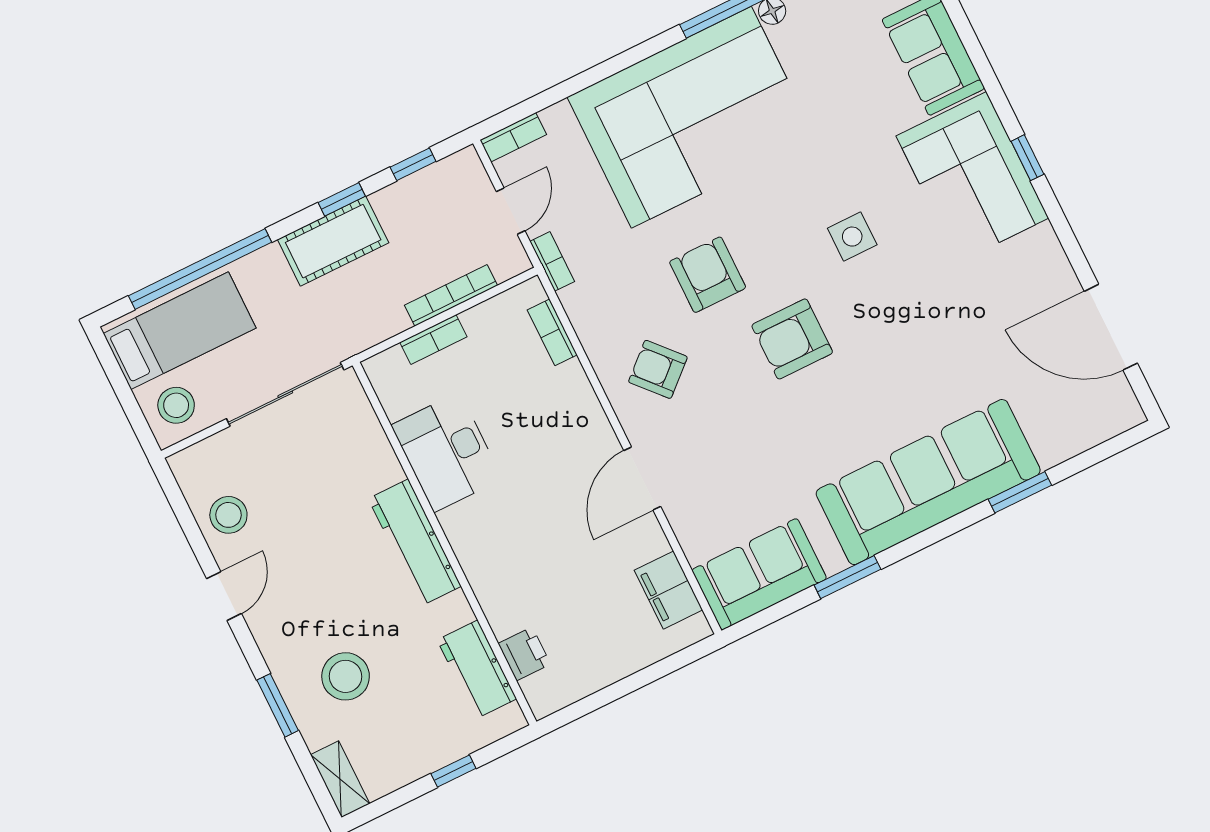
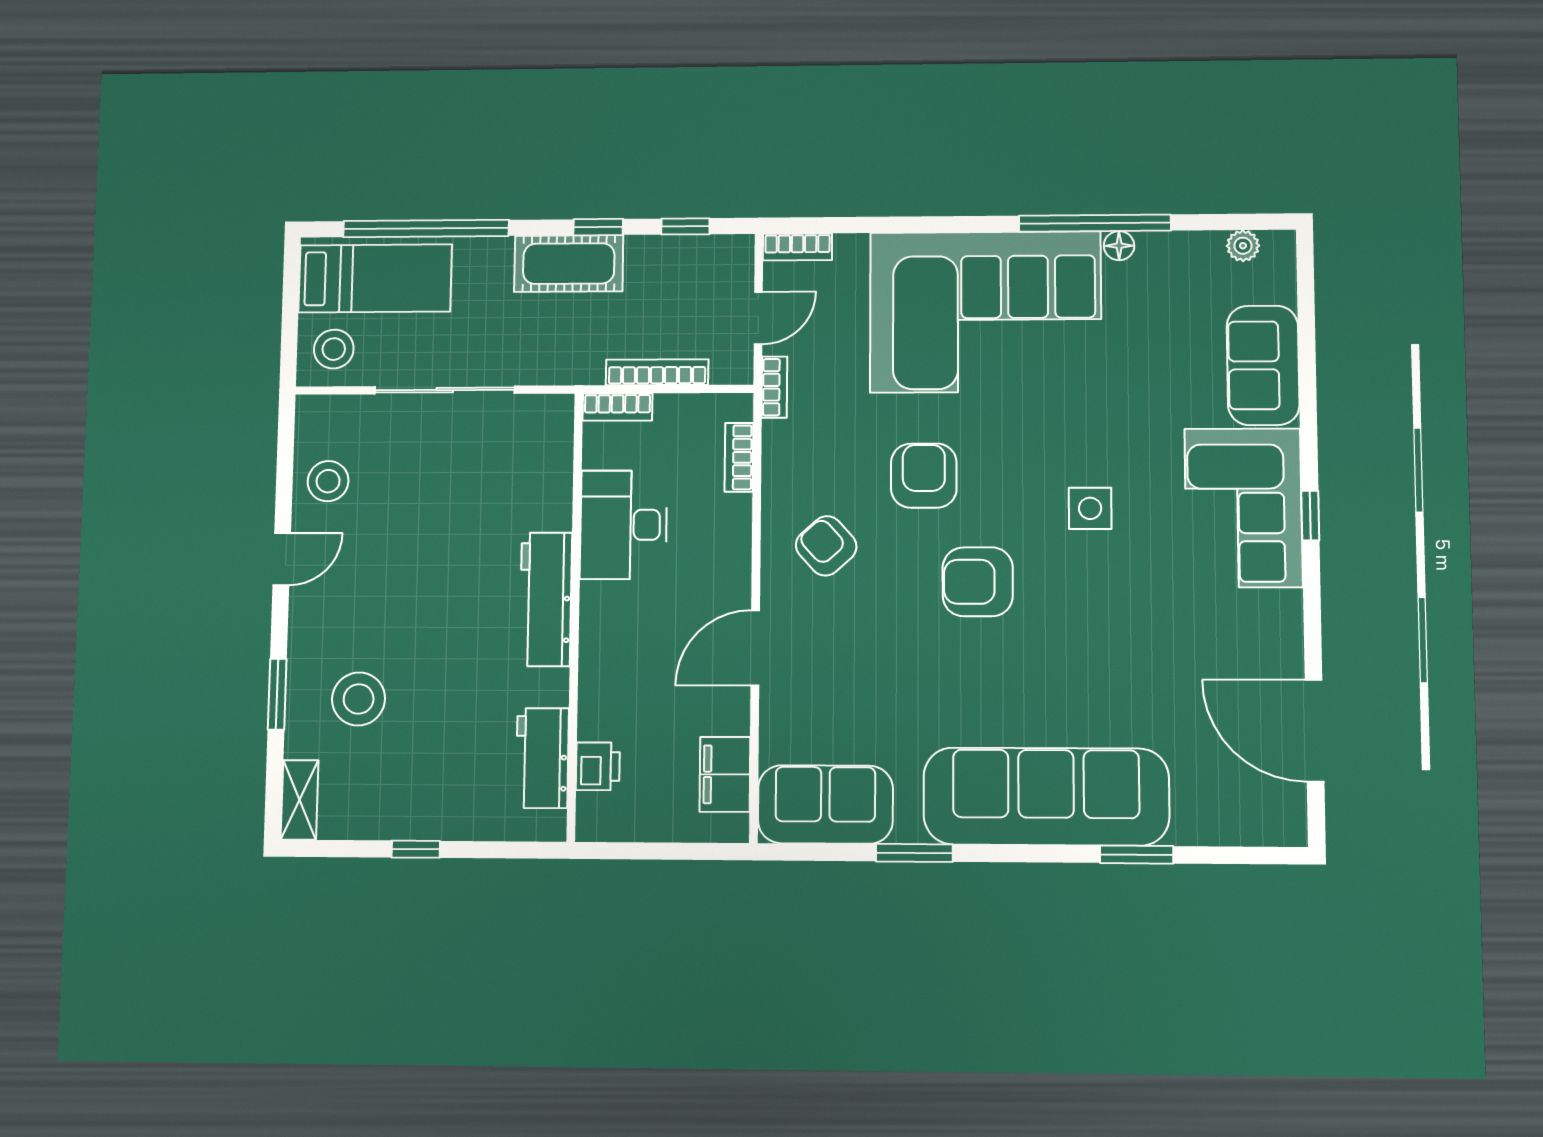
desk: (447, 452) -> (624, 525), moved
workbench: (415, 542) -> (546, 599), moved
wall: (445, 544) -> (575, 615), moved
printer: (524, 654) -> (598, 766), moved
workbench: (477, 669) -> (542, 758), moved

